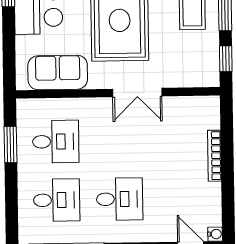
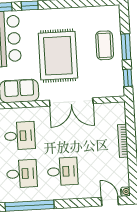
double door: (137, 93) -> (71, 102), width x1.37

